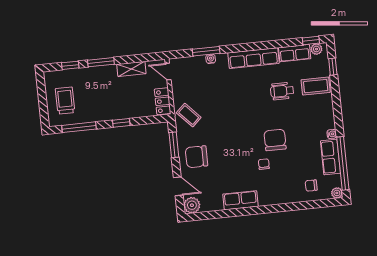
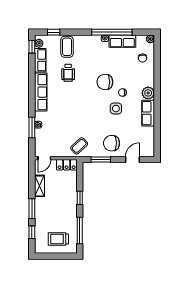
chair: (197, 157) -> (112, 143), turned 90
side table: (242, 158) -> (116, 108), added
window: (343, 163) -> (112, 32), moved
plant: (192, 205) -> (148, 93), moved

